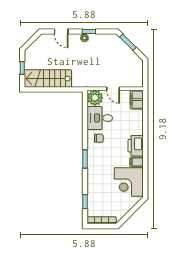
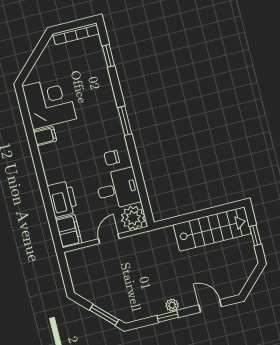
door: (113, 89) -> (109, 239), hinge flipped
printer: (136, 146) -> (62, 199), moved

